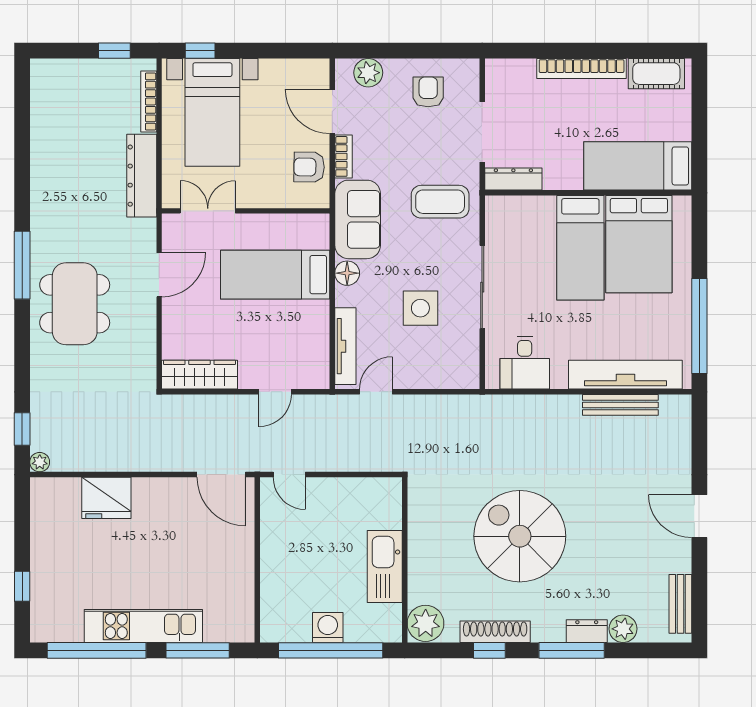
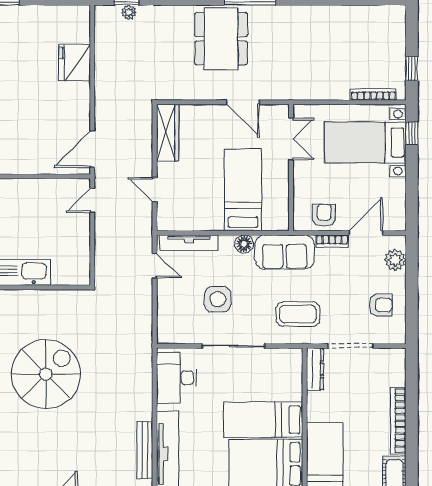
dresser: (142, 176) -> (318, 89), removed
coffee table: (440, 202) -> (298, 314), turned 90
dining table: (75, 304) -> (221, 39), turned 90
desk: (525, 363) -> (177, 378), width x1.37
plant: (40, 462) -> (129, 12), moved

